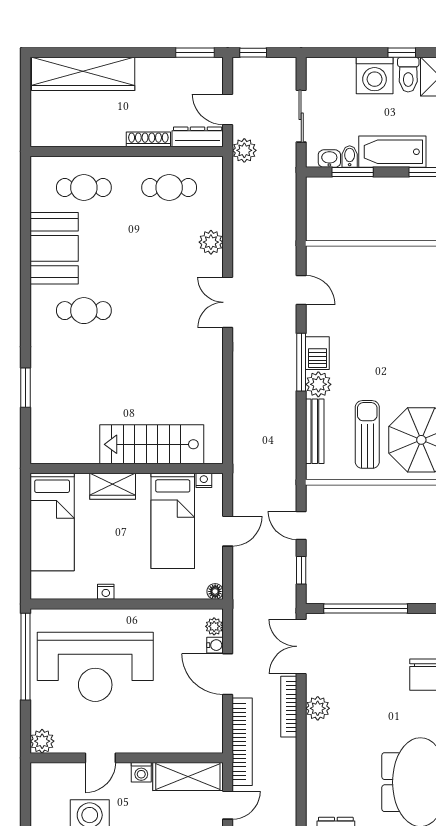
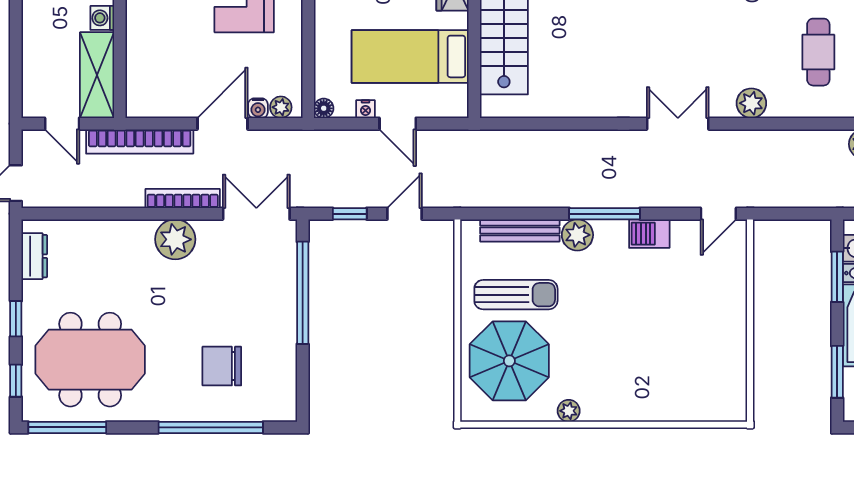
door: (301, 290) -> (718, 214), moved
barbecue: (317, 353) -> (649, 234), moved
nightstand: (204, 480) -> (366, 109), moved, turned 90
plant: (318, 708) -> (175, 239), width x1.36, depth x1.36

